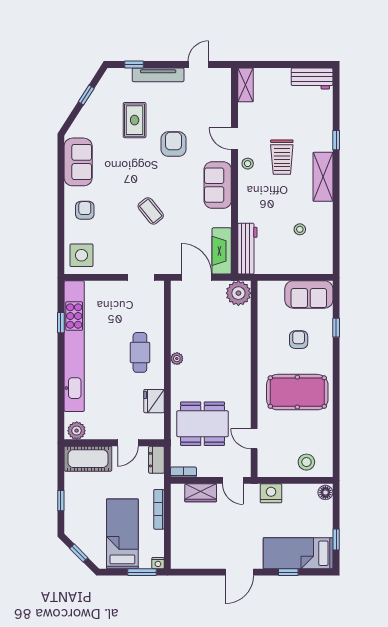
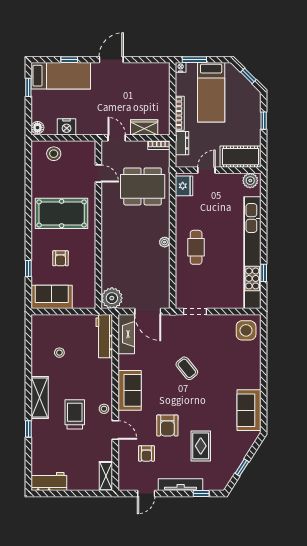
armchair: (85, 210) -> (146, 453), moved
fridge: (154, 401) -> (184, 186), moved
dresser: (156, 460) -> (182, 143), moved
nightstand: (271, 493) -> (67, 127), moved

